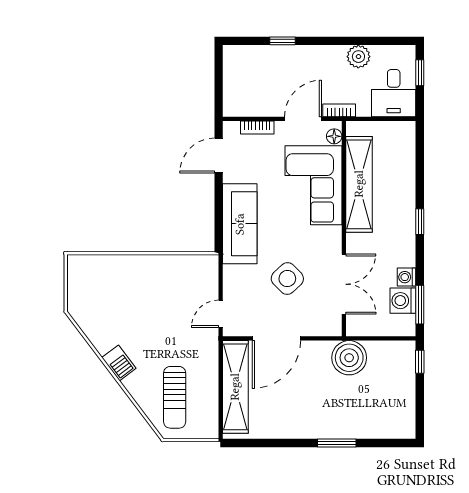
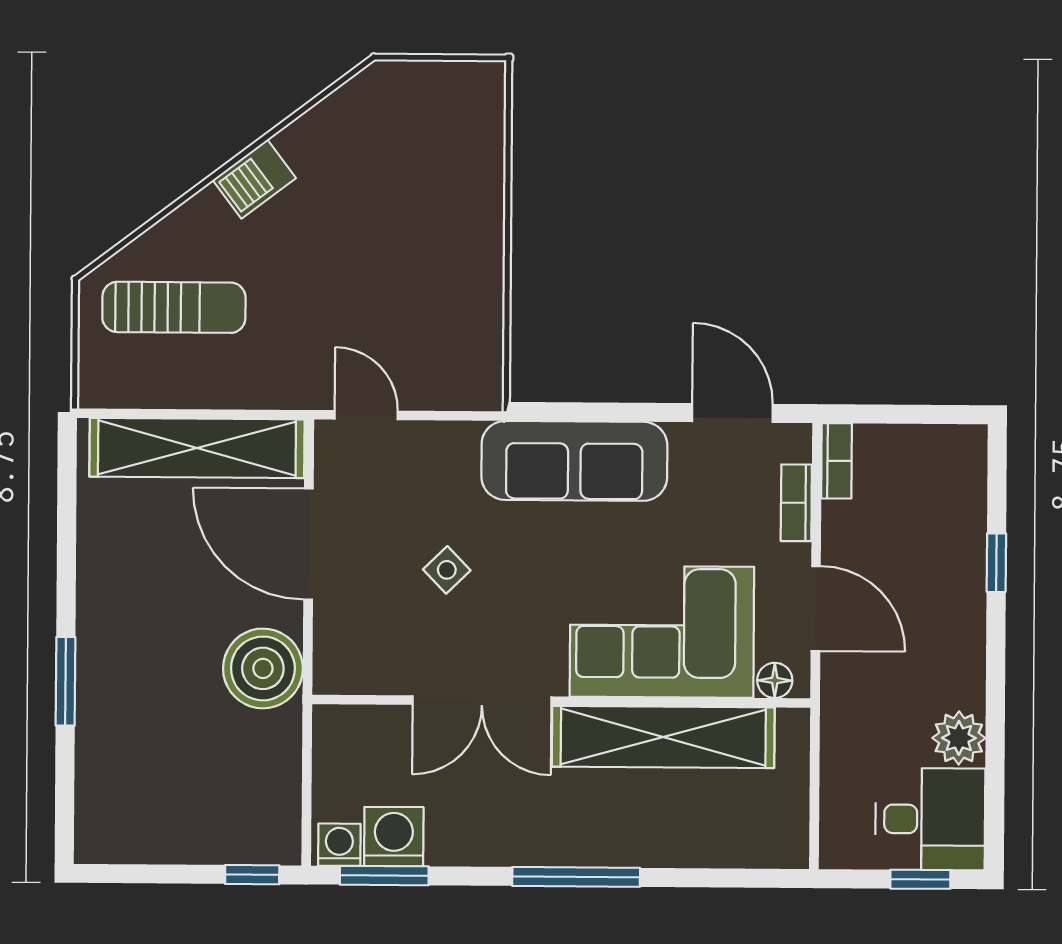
desk: (394, 93) -> (930, 819), moved, turned 180
bookcase: (339, 110) -> (837, 461), moved
window: (420, 222) -> (576, 877), width x2.17
washing machine: (407, 277) -> (339, 845), moved
side table: (287, 279) -> (447, 570), width x0.54, depth x0.54
double door: (344, 284) -> (482, 701), moved
boiler: (349, 358) -> (263, 668), moved
sun lounger: (175, 397) -> (174, 307), turned 180

